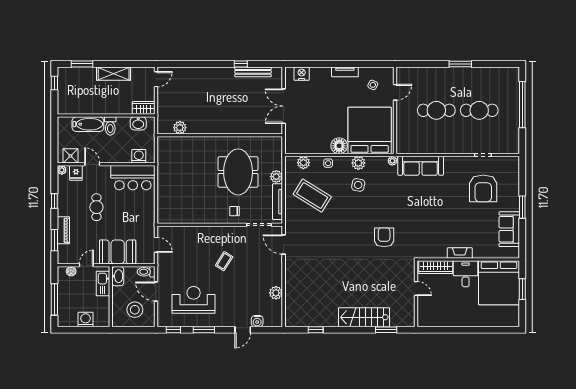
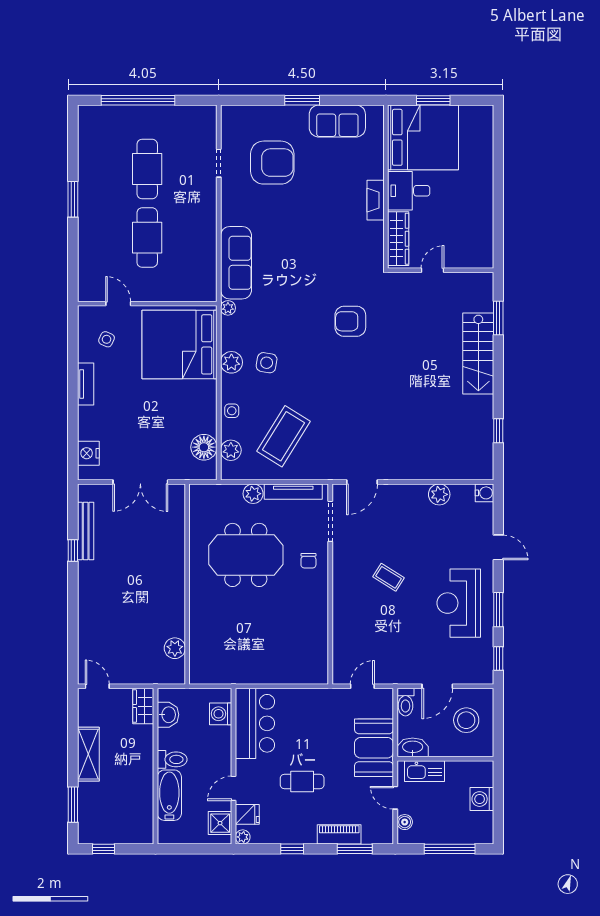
floor lamp: (339, 146) -> (204, 447), moved
reception desk: (194, 300) -> (459, 603), moved
water cooler: (257, 321) -> (485, 493), moved

